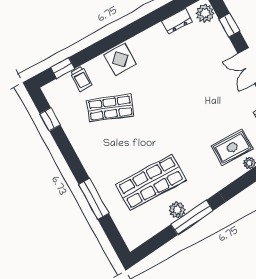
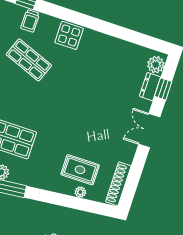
dresser: (177, 21) -> (150, 87), moved, turned 90

